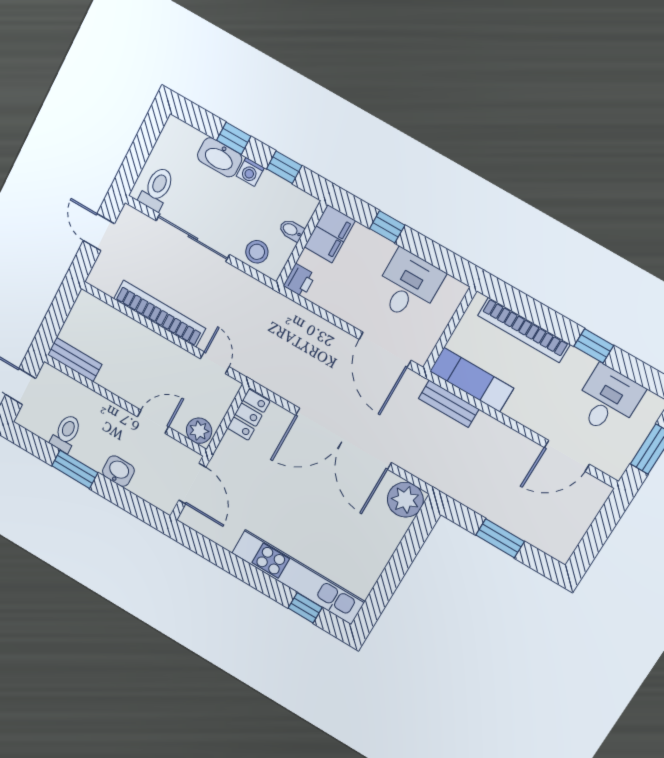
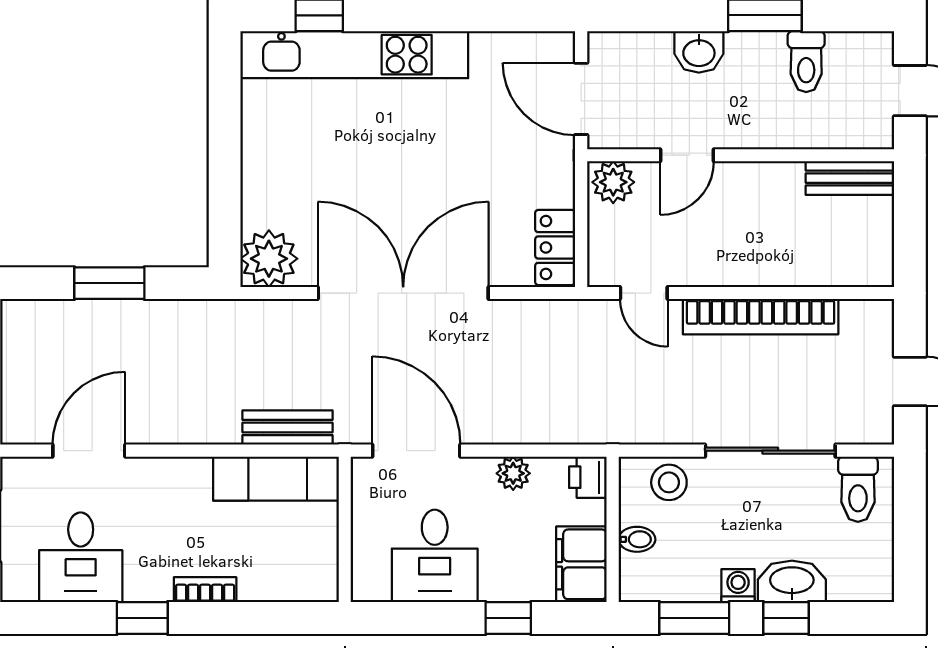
window: (284, 167) -> (694, 618), width x1.50
plant: (339, 306) -> (513, 473), added
bookcase: (524, 330) -> (205, 590), width x0.43, depth x0.76

